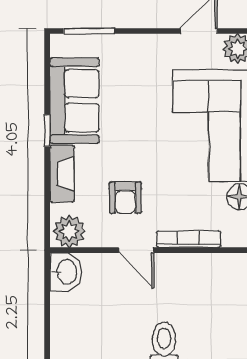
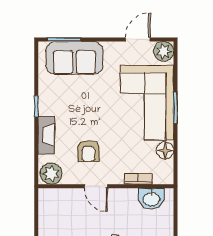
sofa: (75, 101) -> (75, 58), moved, turned 90
bookcase: (188, 239) -> (139, 179), width x0.64
washbasin: (66, 272) -> (151, 199), moved, turned 90

